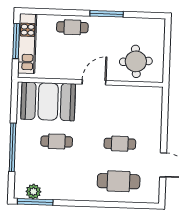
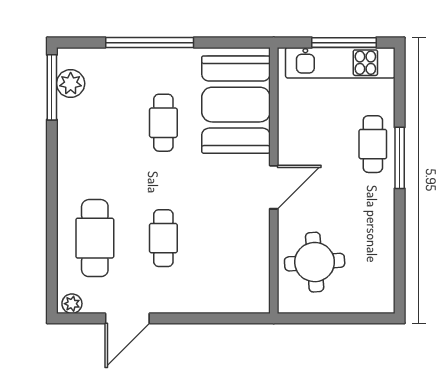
window: (107, 14) -> (400, 158), moved
door: (94, 82) -> (274, 187), hinge flipped
plant: (154, 195) -> (72, 304), added

